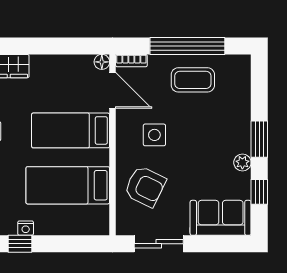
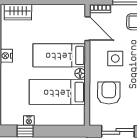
floor lamp: (102, 62) -> (80, 73), moved
armchair: (145, 186) -> (109, 93), turned -116

